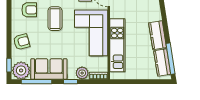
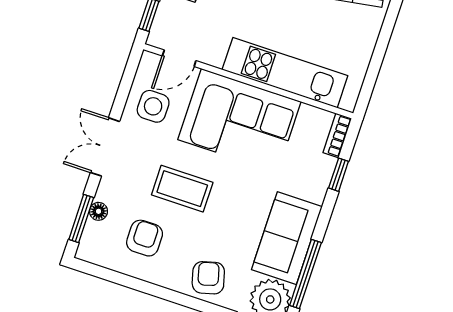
plant: (82, 73) -> (320, 169), removed
window: (70, 82) -> (339, 175), moved

